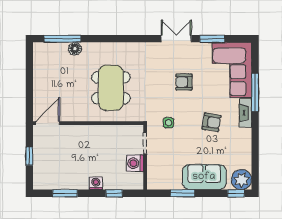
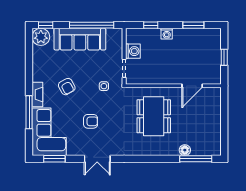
window: (212, 39) -> (54, 159), moved
armchair: (211, 122) -> (67, 87), turned -128
door: (48, 123) -> (192, 86), moved
sofa: (204, 177) -> (80, 39), width x1.36
window: (183, 193) -> (92, 25), width x2.11

